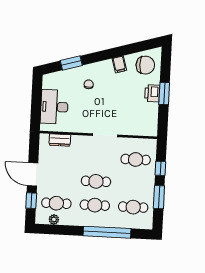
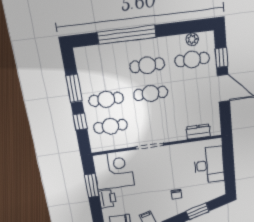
window: (164, 93) -> (92, 185), moved
corner desk: (141, 119) -> (114, 170), added
cafe table: (133, 207) -> (106, 99), moved

